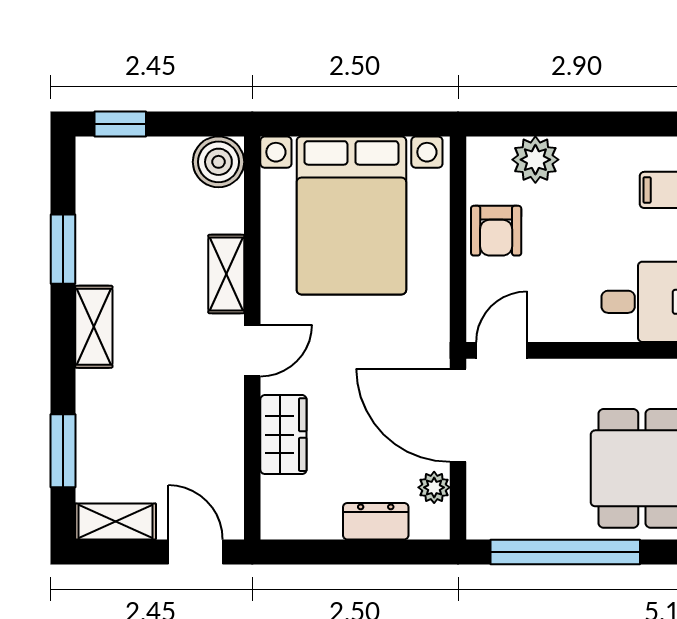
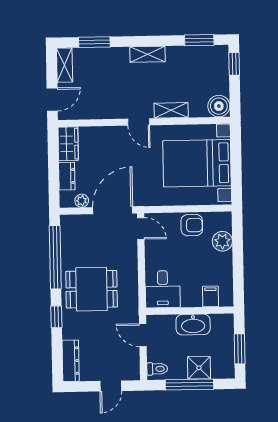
armchair: (496, 231) -> (192, 225), turned 180
window: (63, 249) -> (199, 40), moved
wardrobe: (283, 435) -> (68, 144), moved, turned -90

